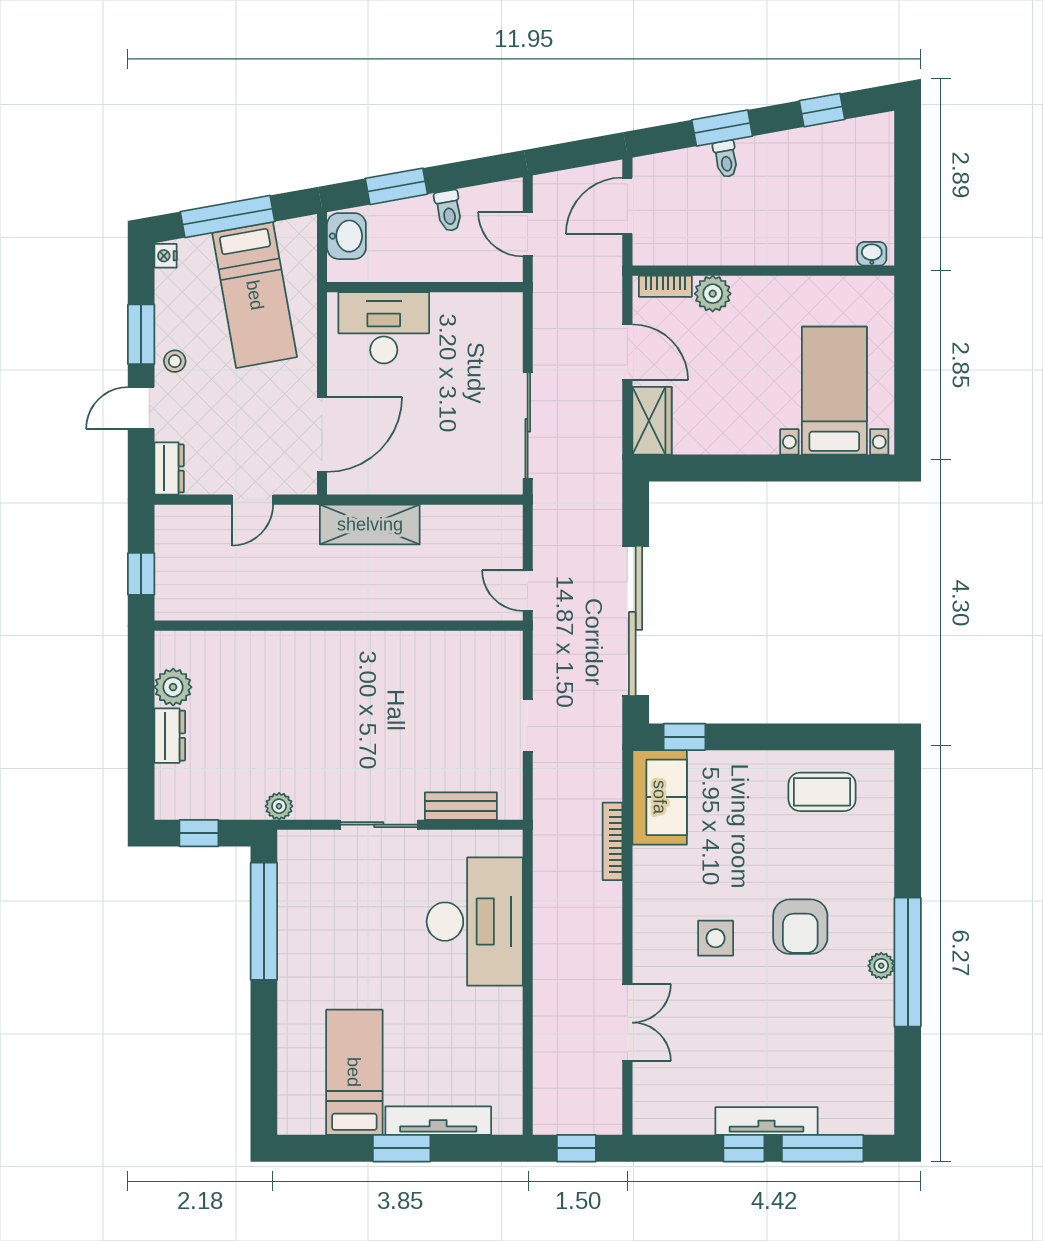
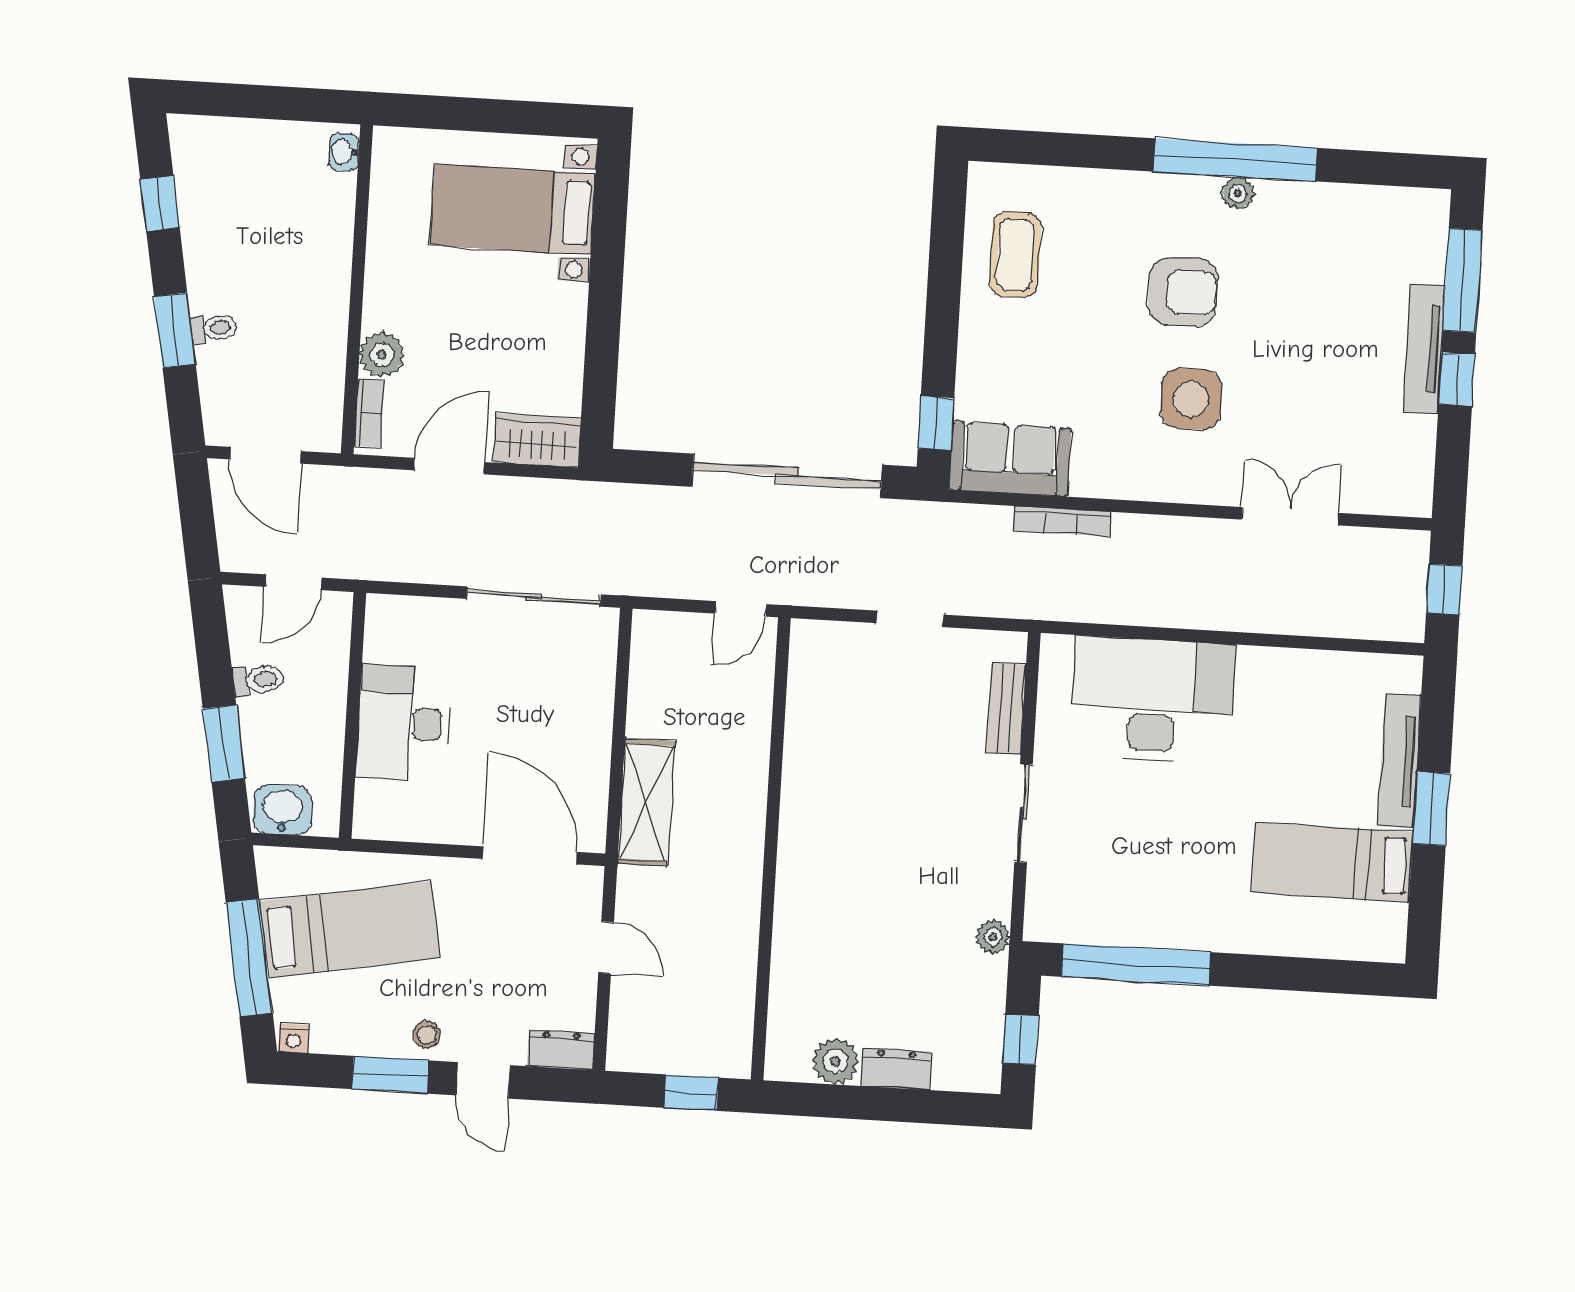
desk: (384, 328) -> (403, 723), moved
side table: (716, 938) -> (1191, 399), width x1.37, depth x1.37

